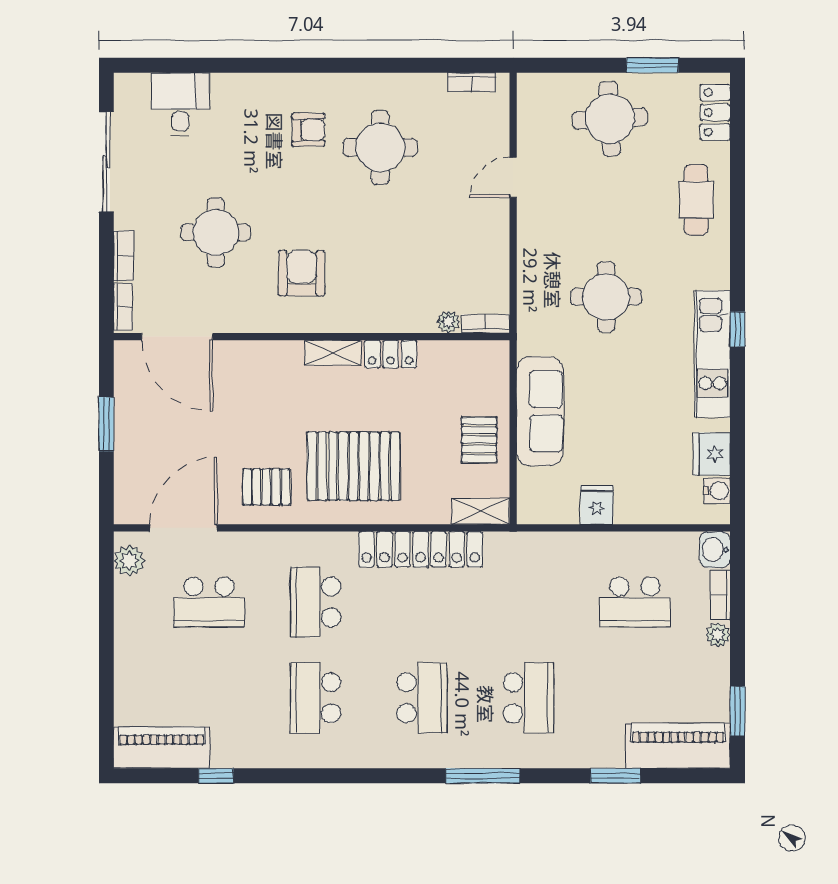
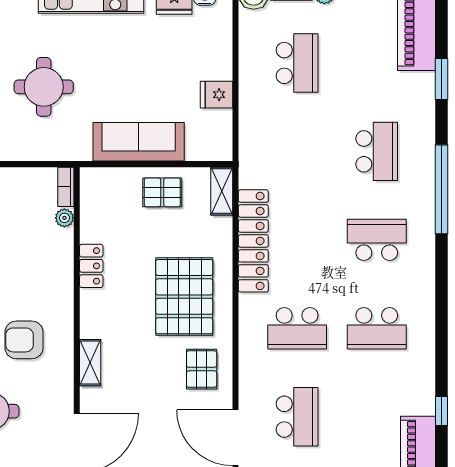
shelving: (333, 353) -> (90, 363), moved
school desk: (528, 698) -> (377, 151), turned 90
window: (483, 776) -> (441, 189), width x1.46

